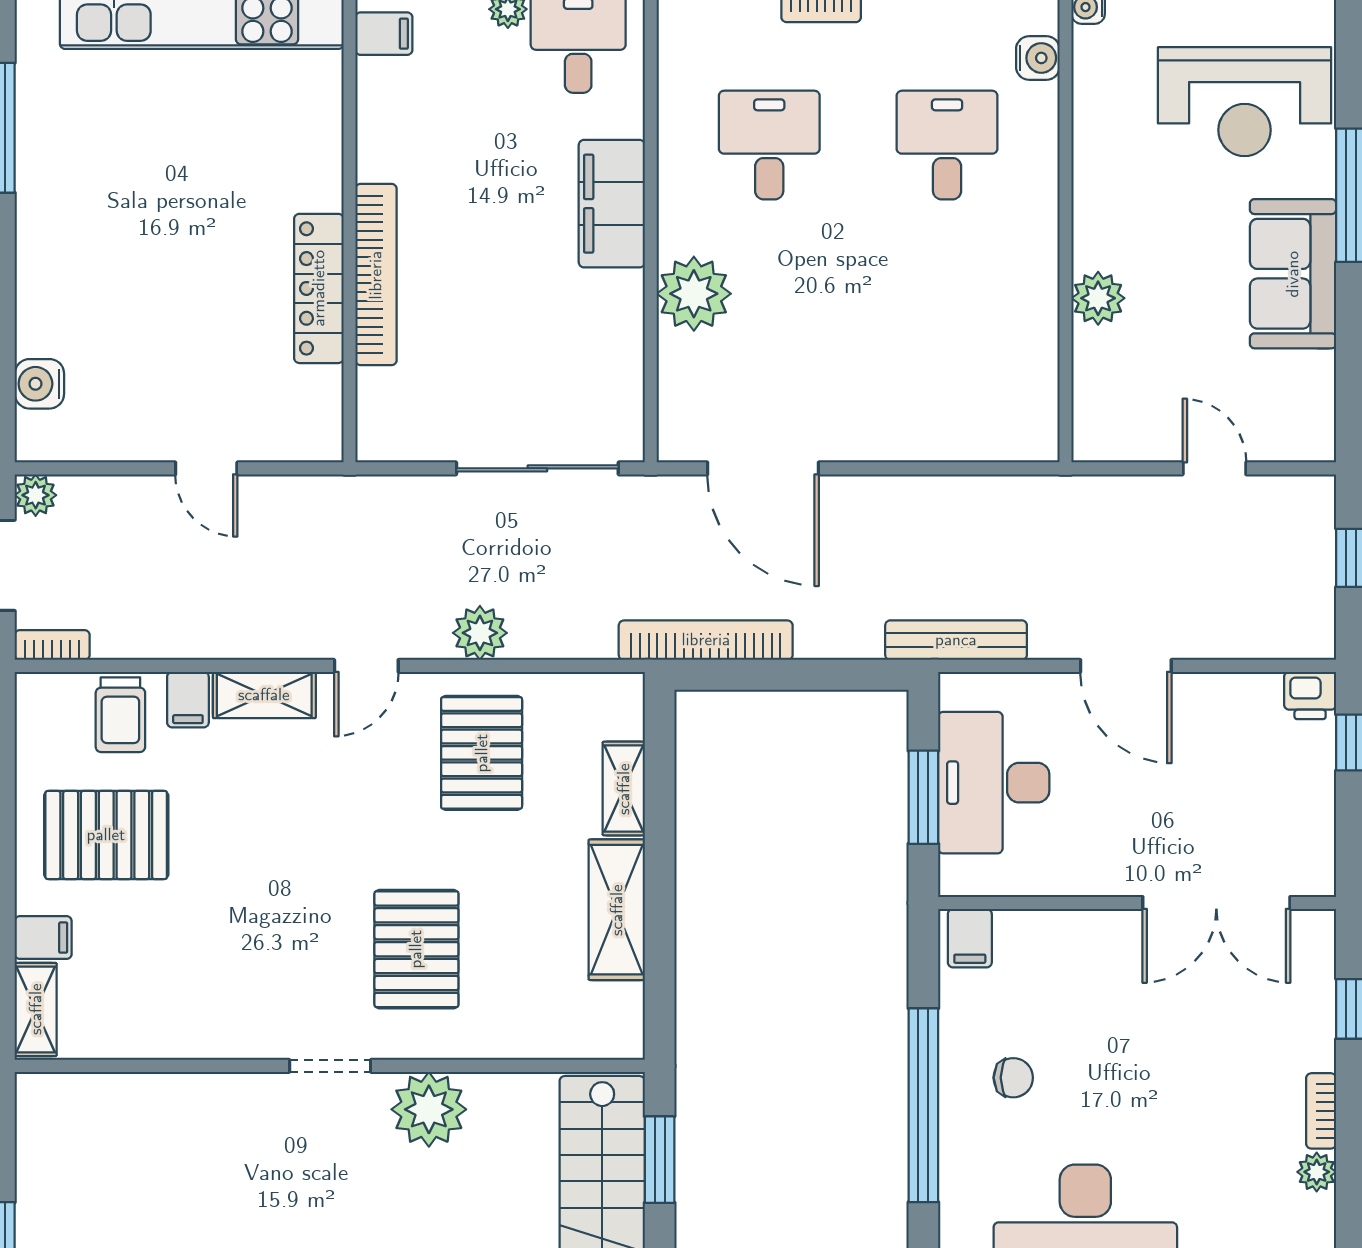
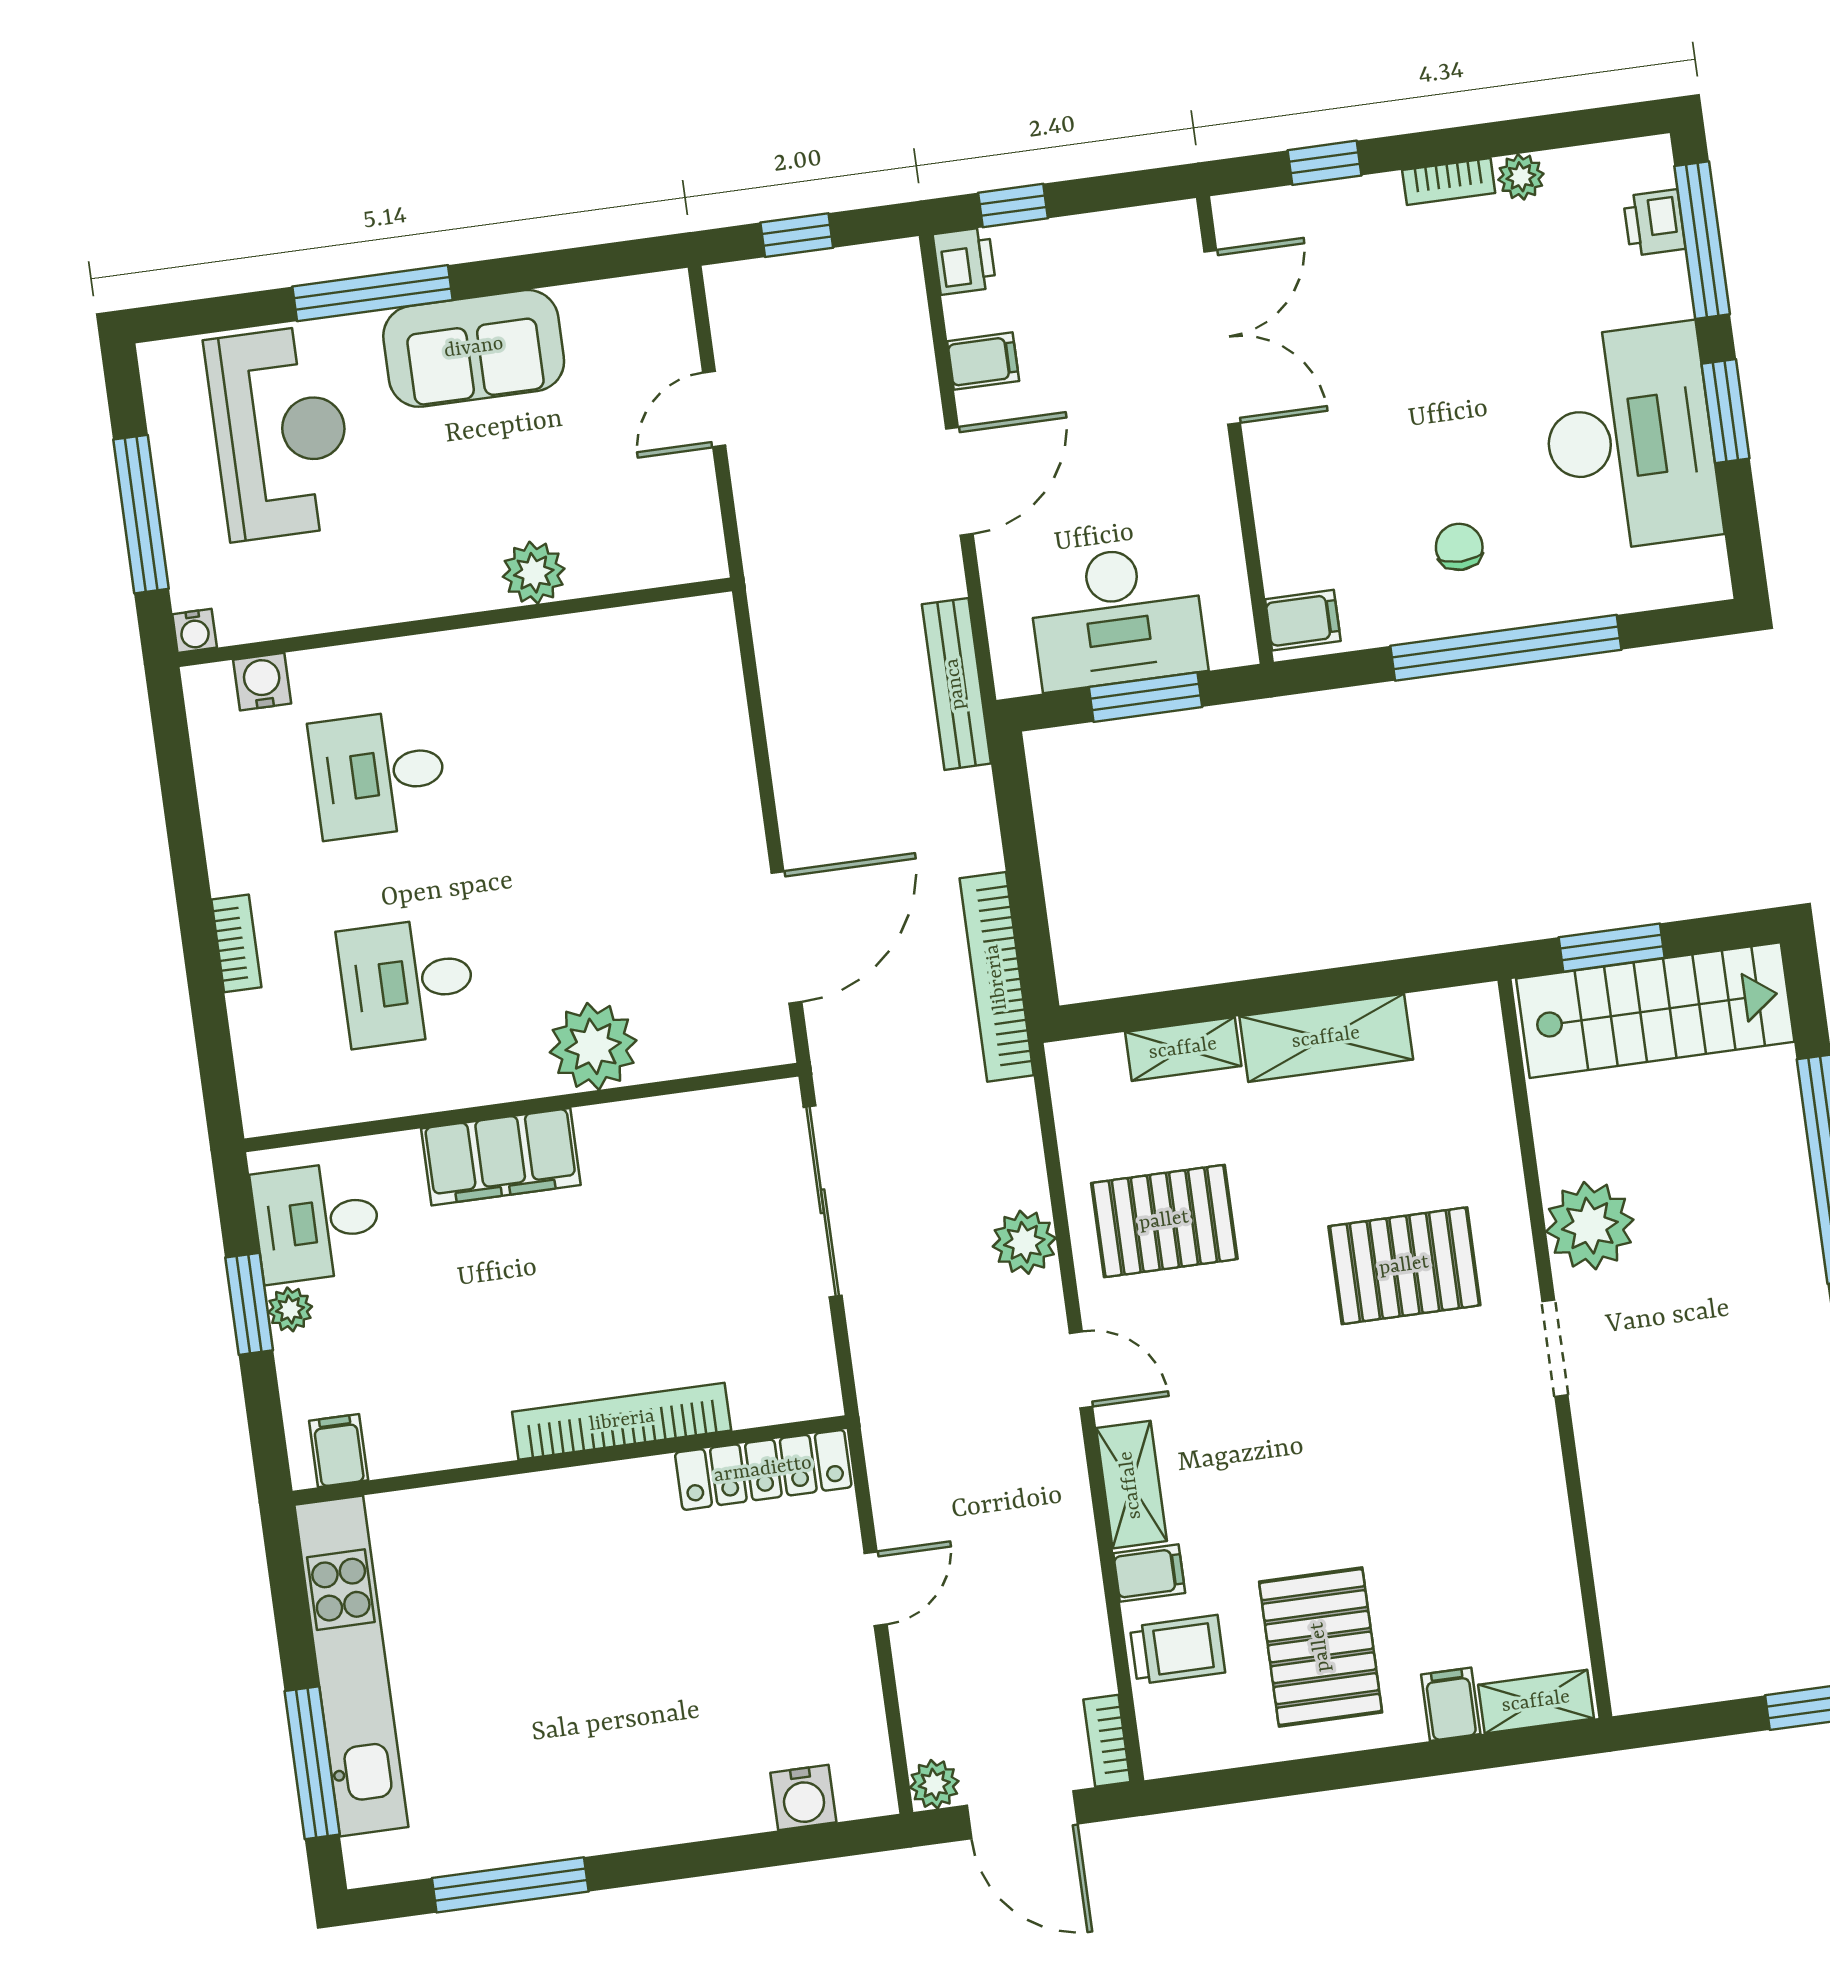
locker: (319, 288) -> (763, 1470), moved
filing cabinet: (1224, 700) -> (983, 361), added

